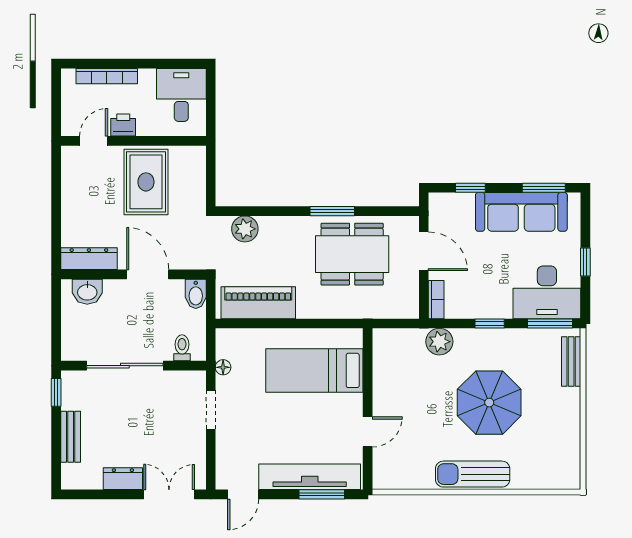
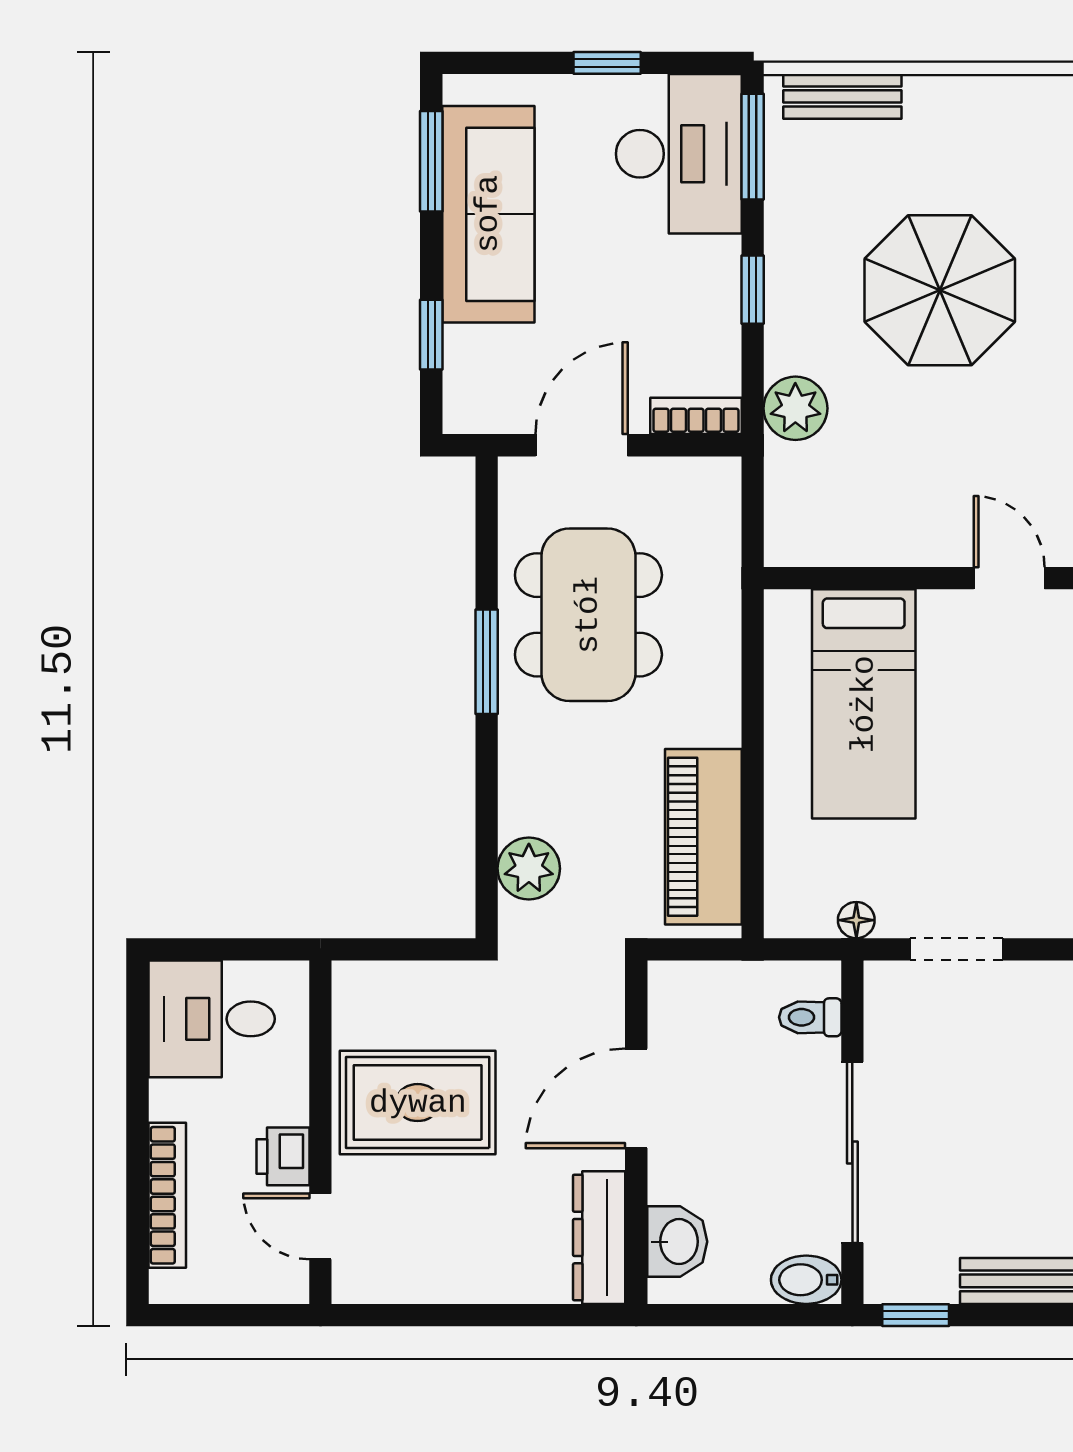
bidet: (196, 294) -> (806, 1280), moved, turned 180

